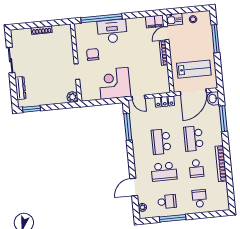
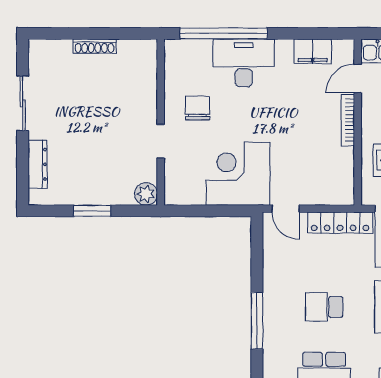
filing cabinet: (155, 22) -> (313, 51), moved
locker: (165, 101) -> (340, 223), width x1.53
window: (31, 109) -> (92, 211), moved
window: (128, 127) -> (257, 321), moved
school desk: (161, 142) -> (324, 307), width x0.54

